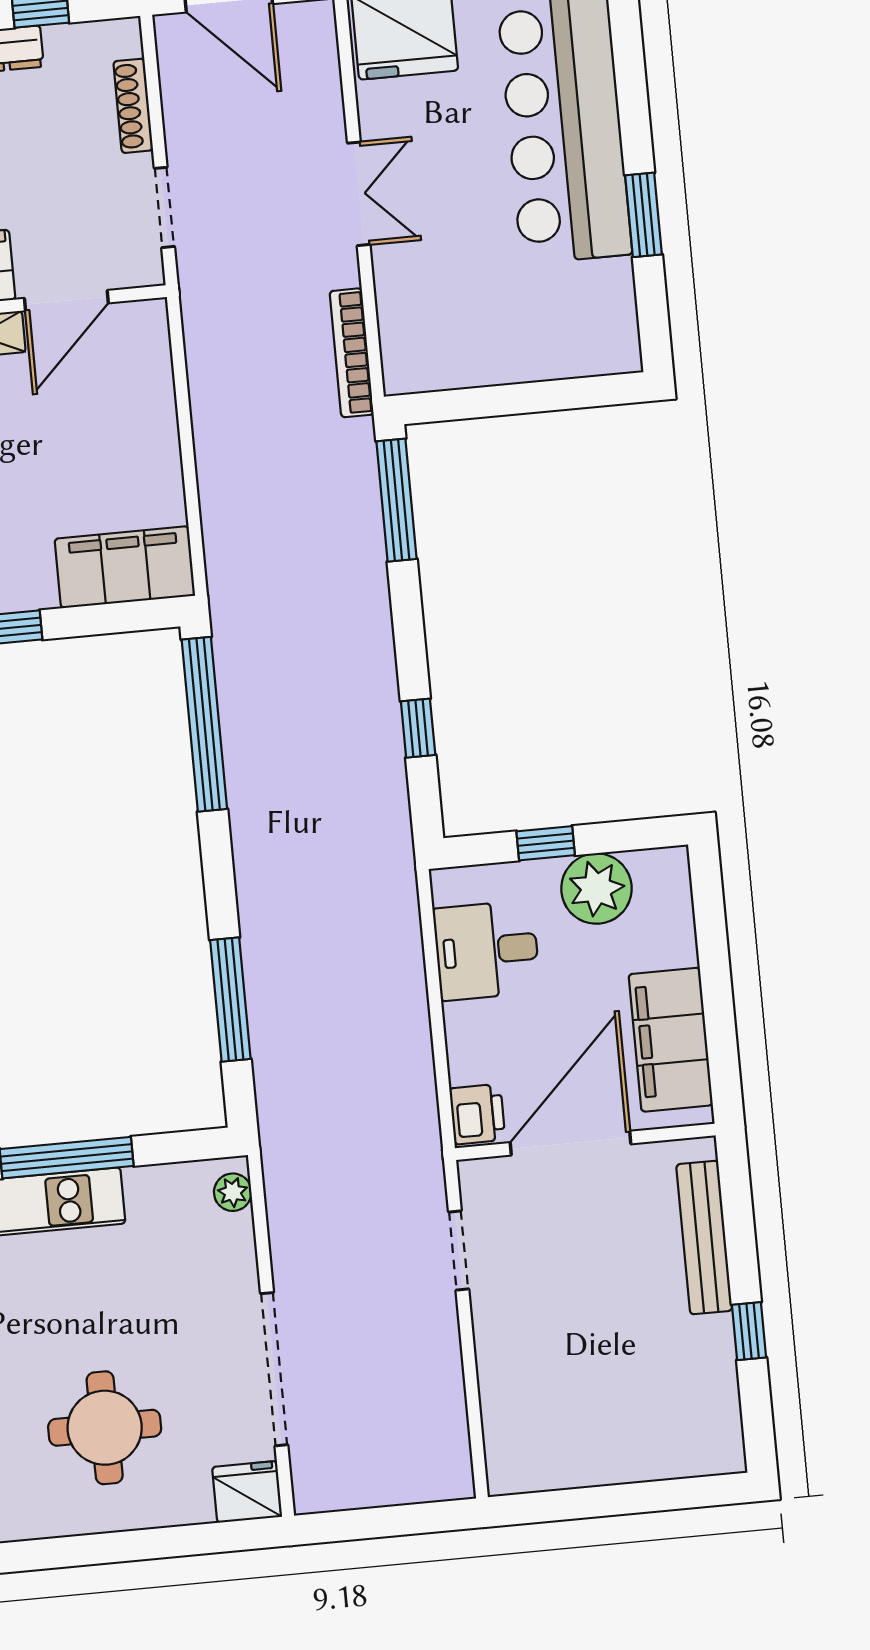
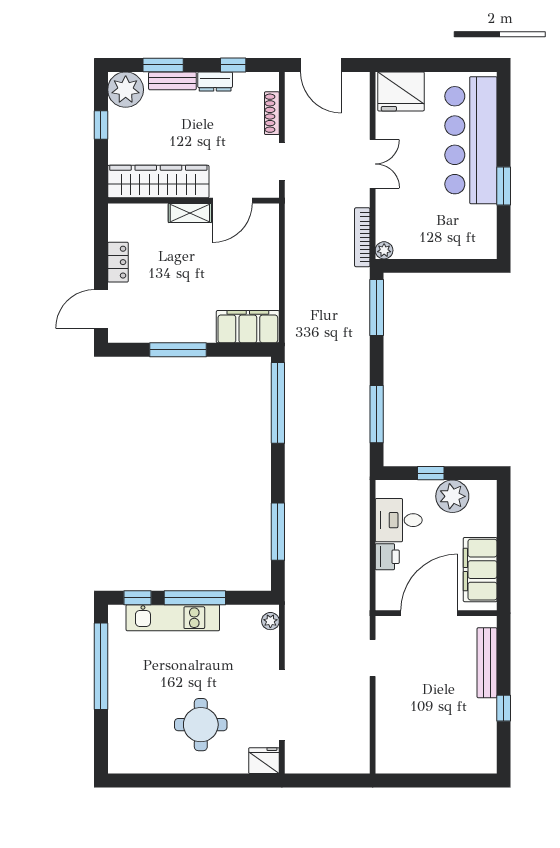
plant: (401, 376) -> (384, 250), added
window: (418, 728) -> (377, 414), width x2.17
printer: (477, 1114) -> (387, 557), moved

